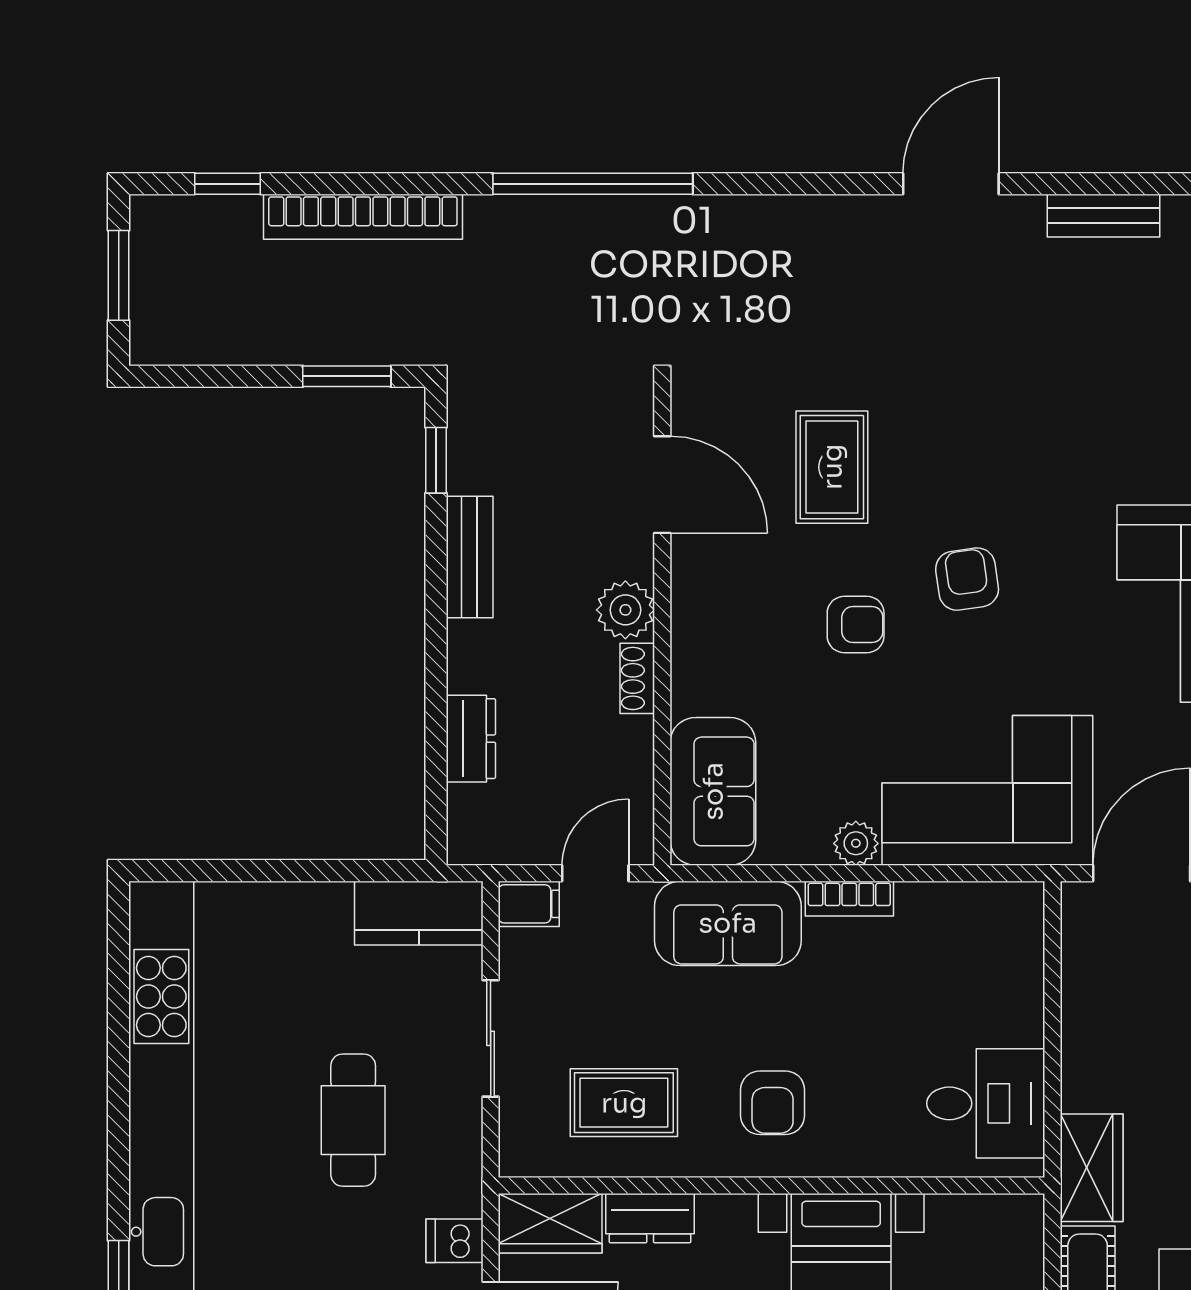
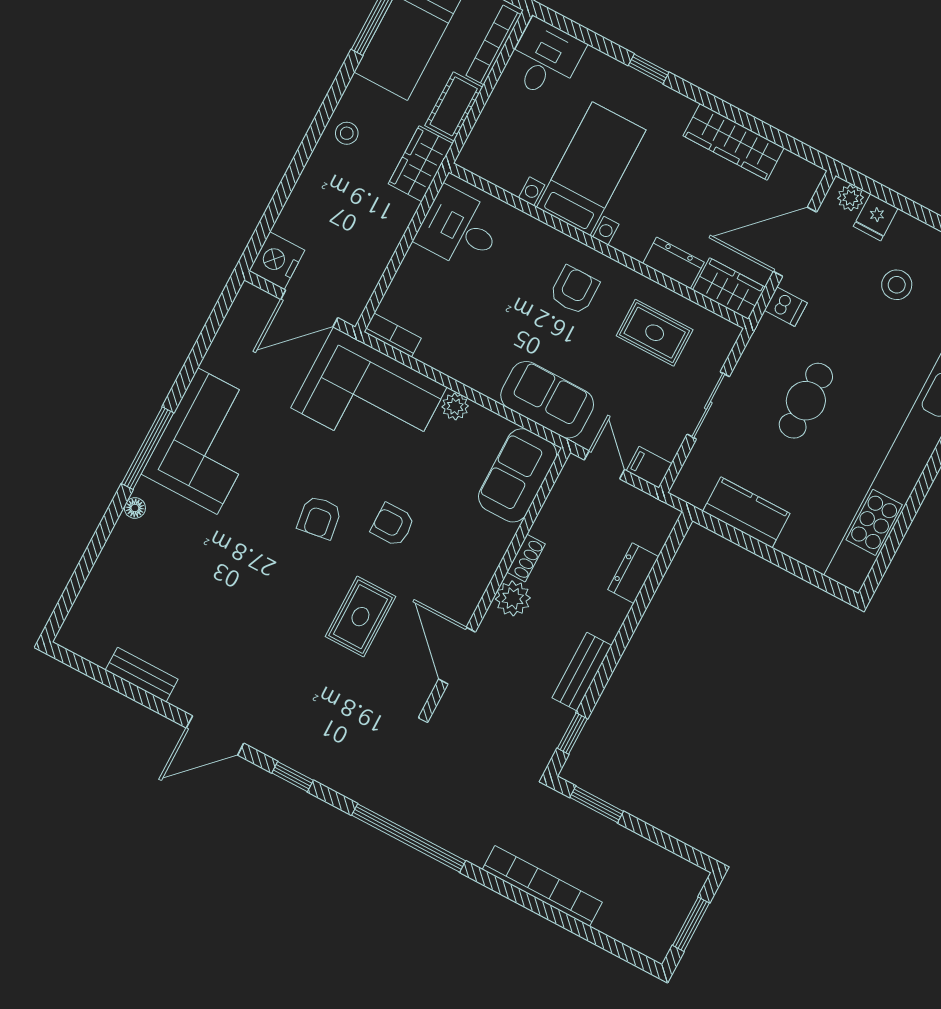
window: (228, 184) -> (293, 777), moved
door: (595, 873) -> (604, 465), swing flipped
bookcase: (849, 899) -> (393, 335), moved
kitchen counter: (419, 913) -> (746, 512), moved

